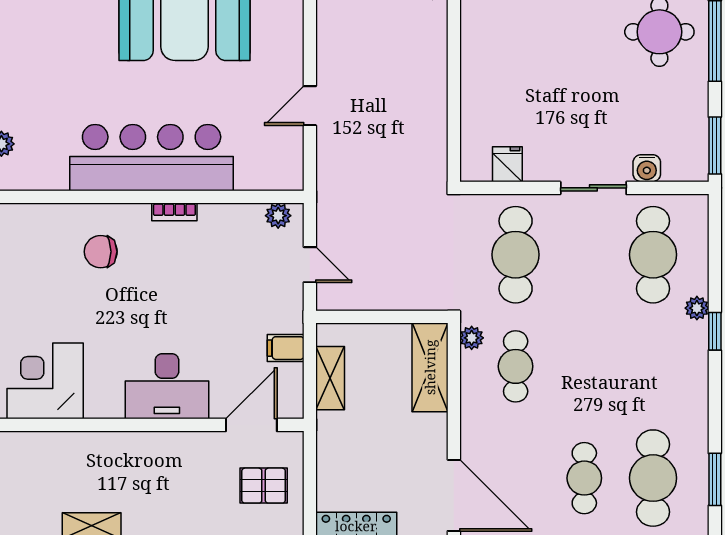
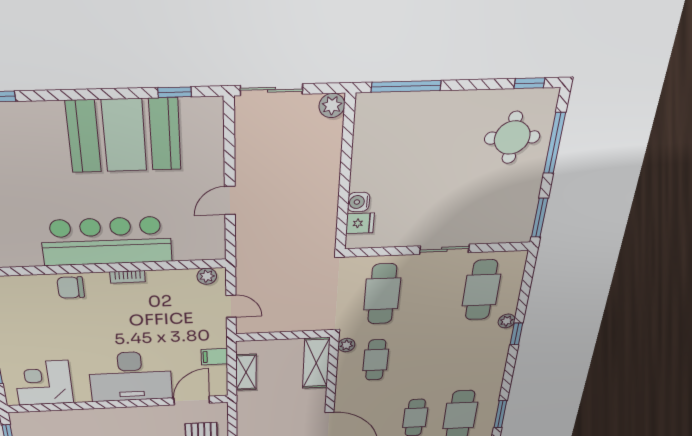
fridge: (507, 164) -> (360, 223), moved, turned 90
water cooler: (647, 168) -> (359, 202), moved, turned 90
chair: (101, 252) -> (71, 287), moved
desk: (167, 386) -> (131, 376), width x1.36, depth x1.30

